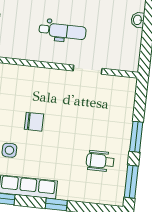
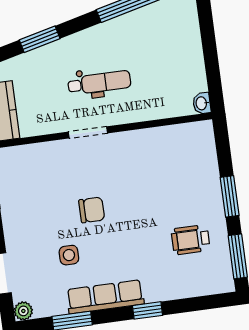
washbasin: (138, 20) -> (202, 103), moved
doorway: (88, 70) -> (88, 132), moved

